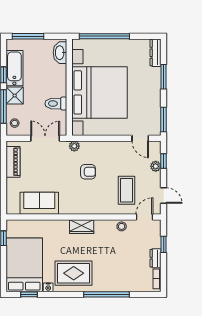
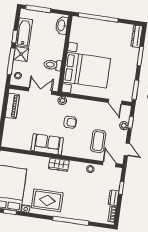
bed with nightstands: (99, 92) -> (87, 70), width x0.73
sofa: (39, 203) -> (47, 144), moved
door: (144, 217) -> (109, 164), hinge flipped

